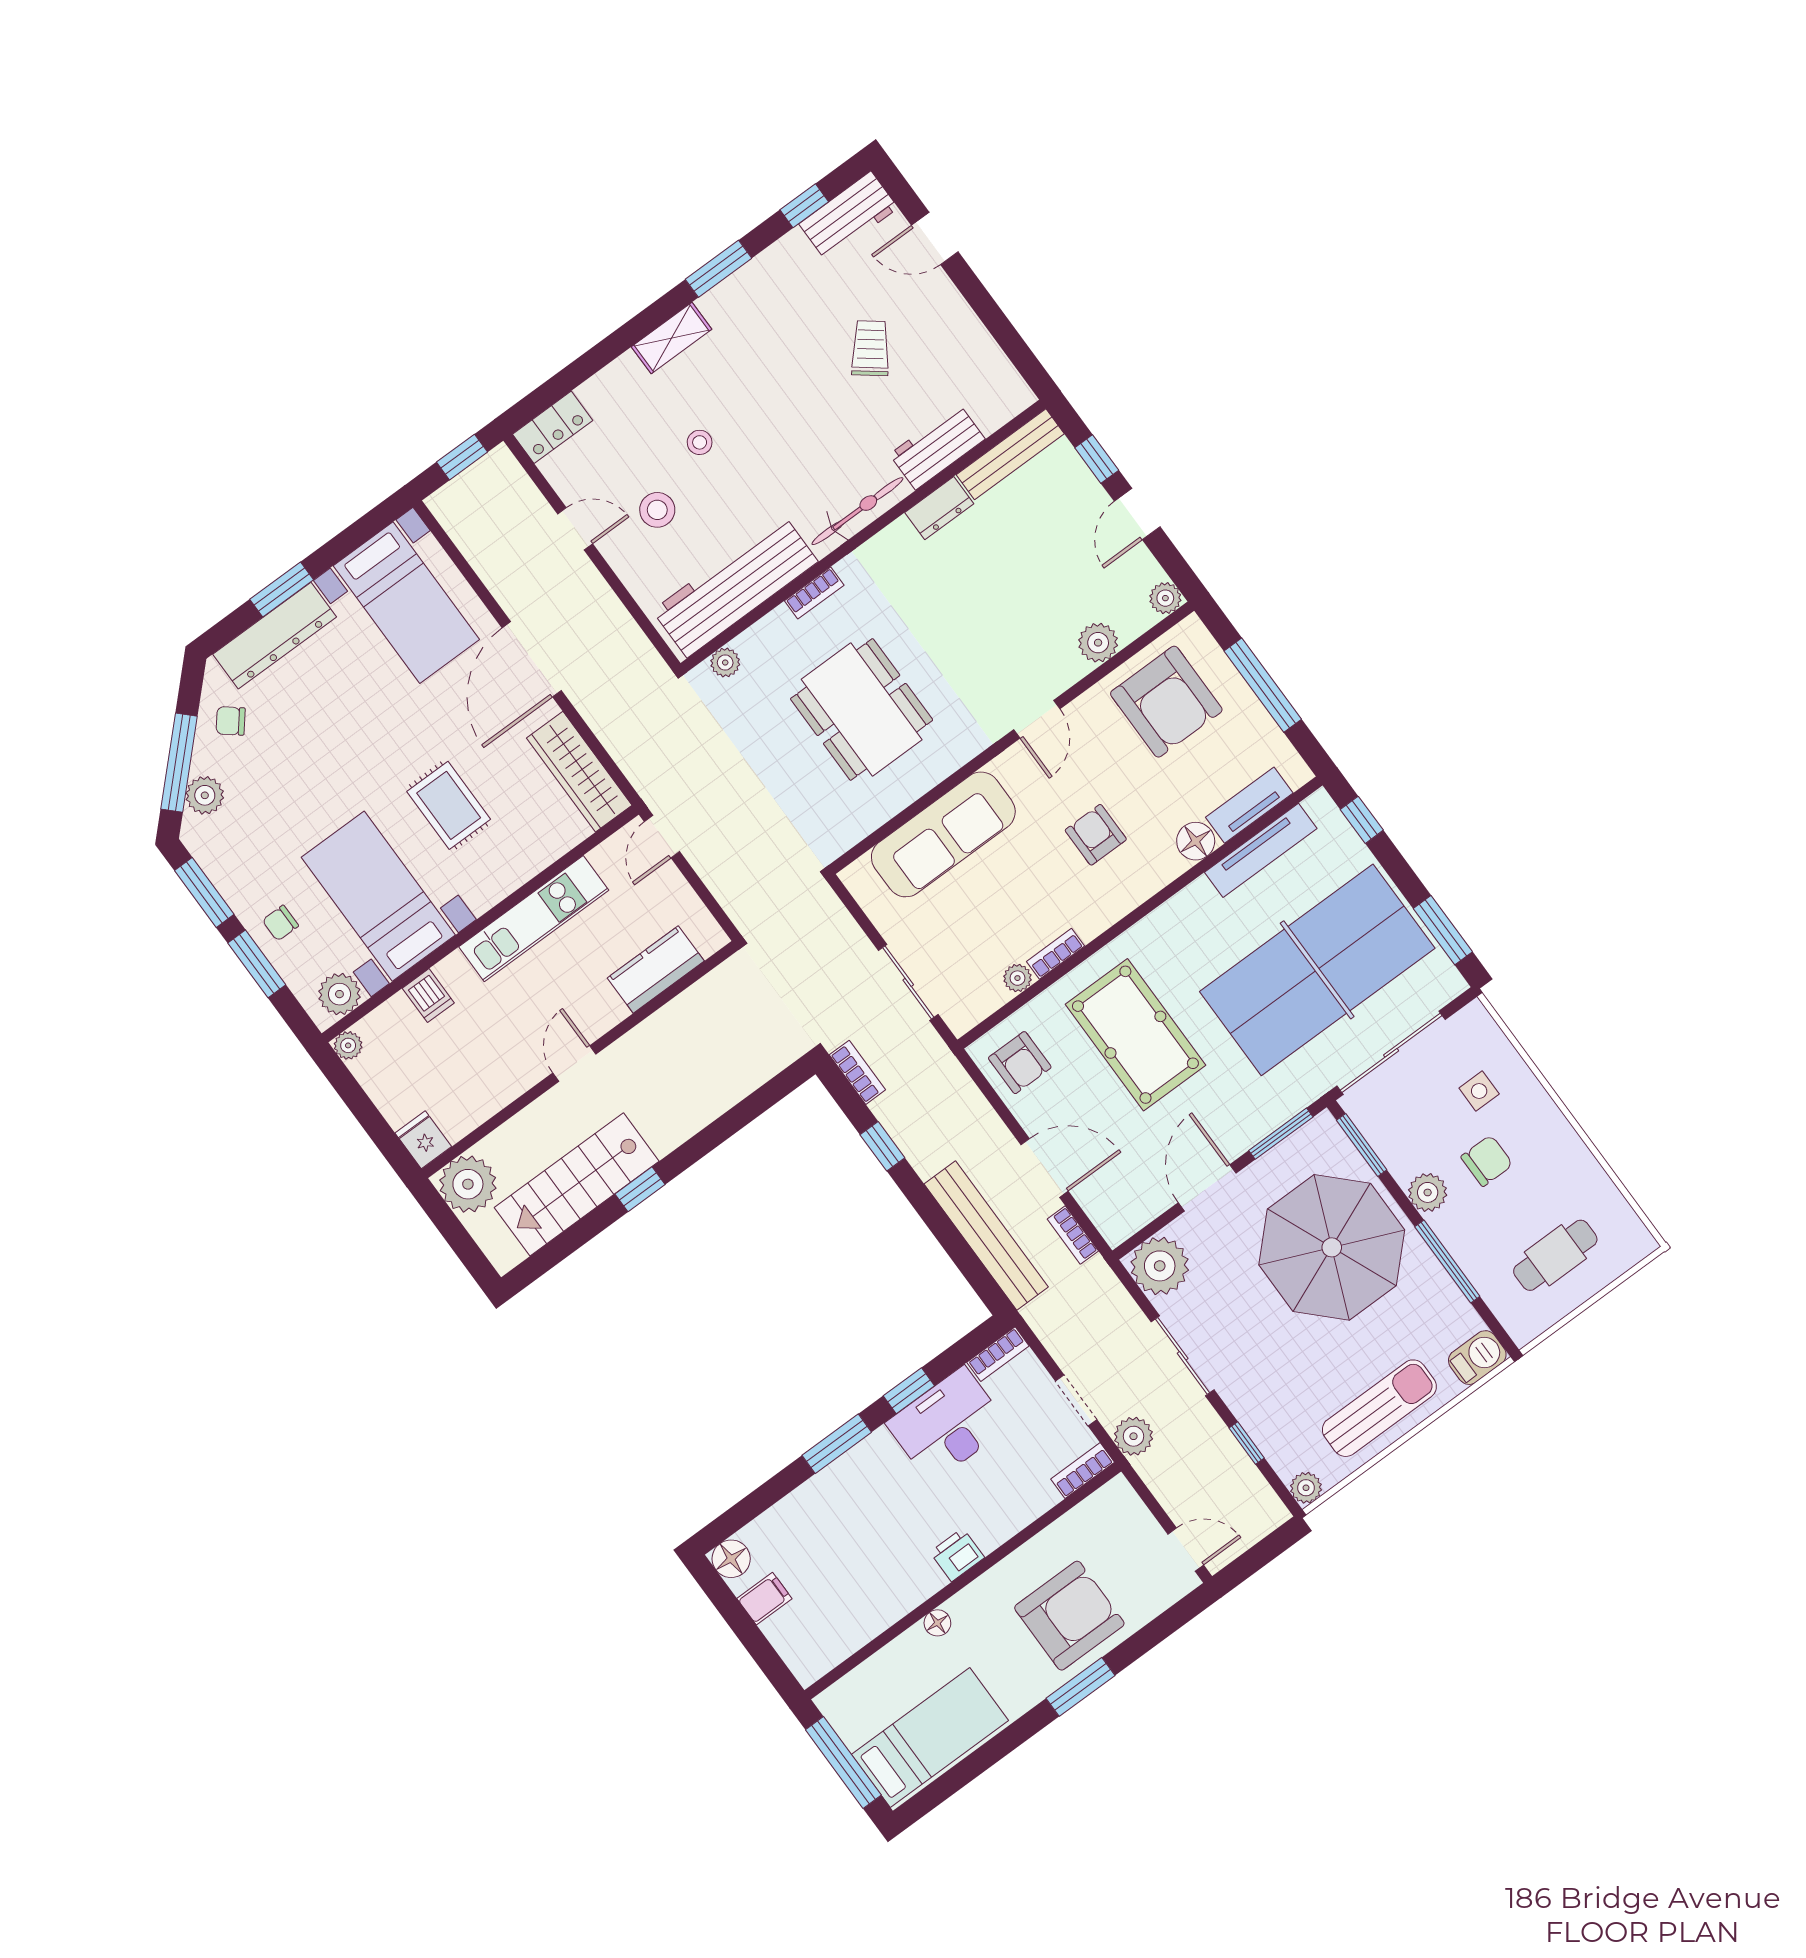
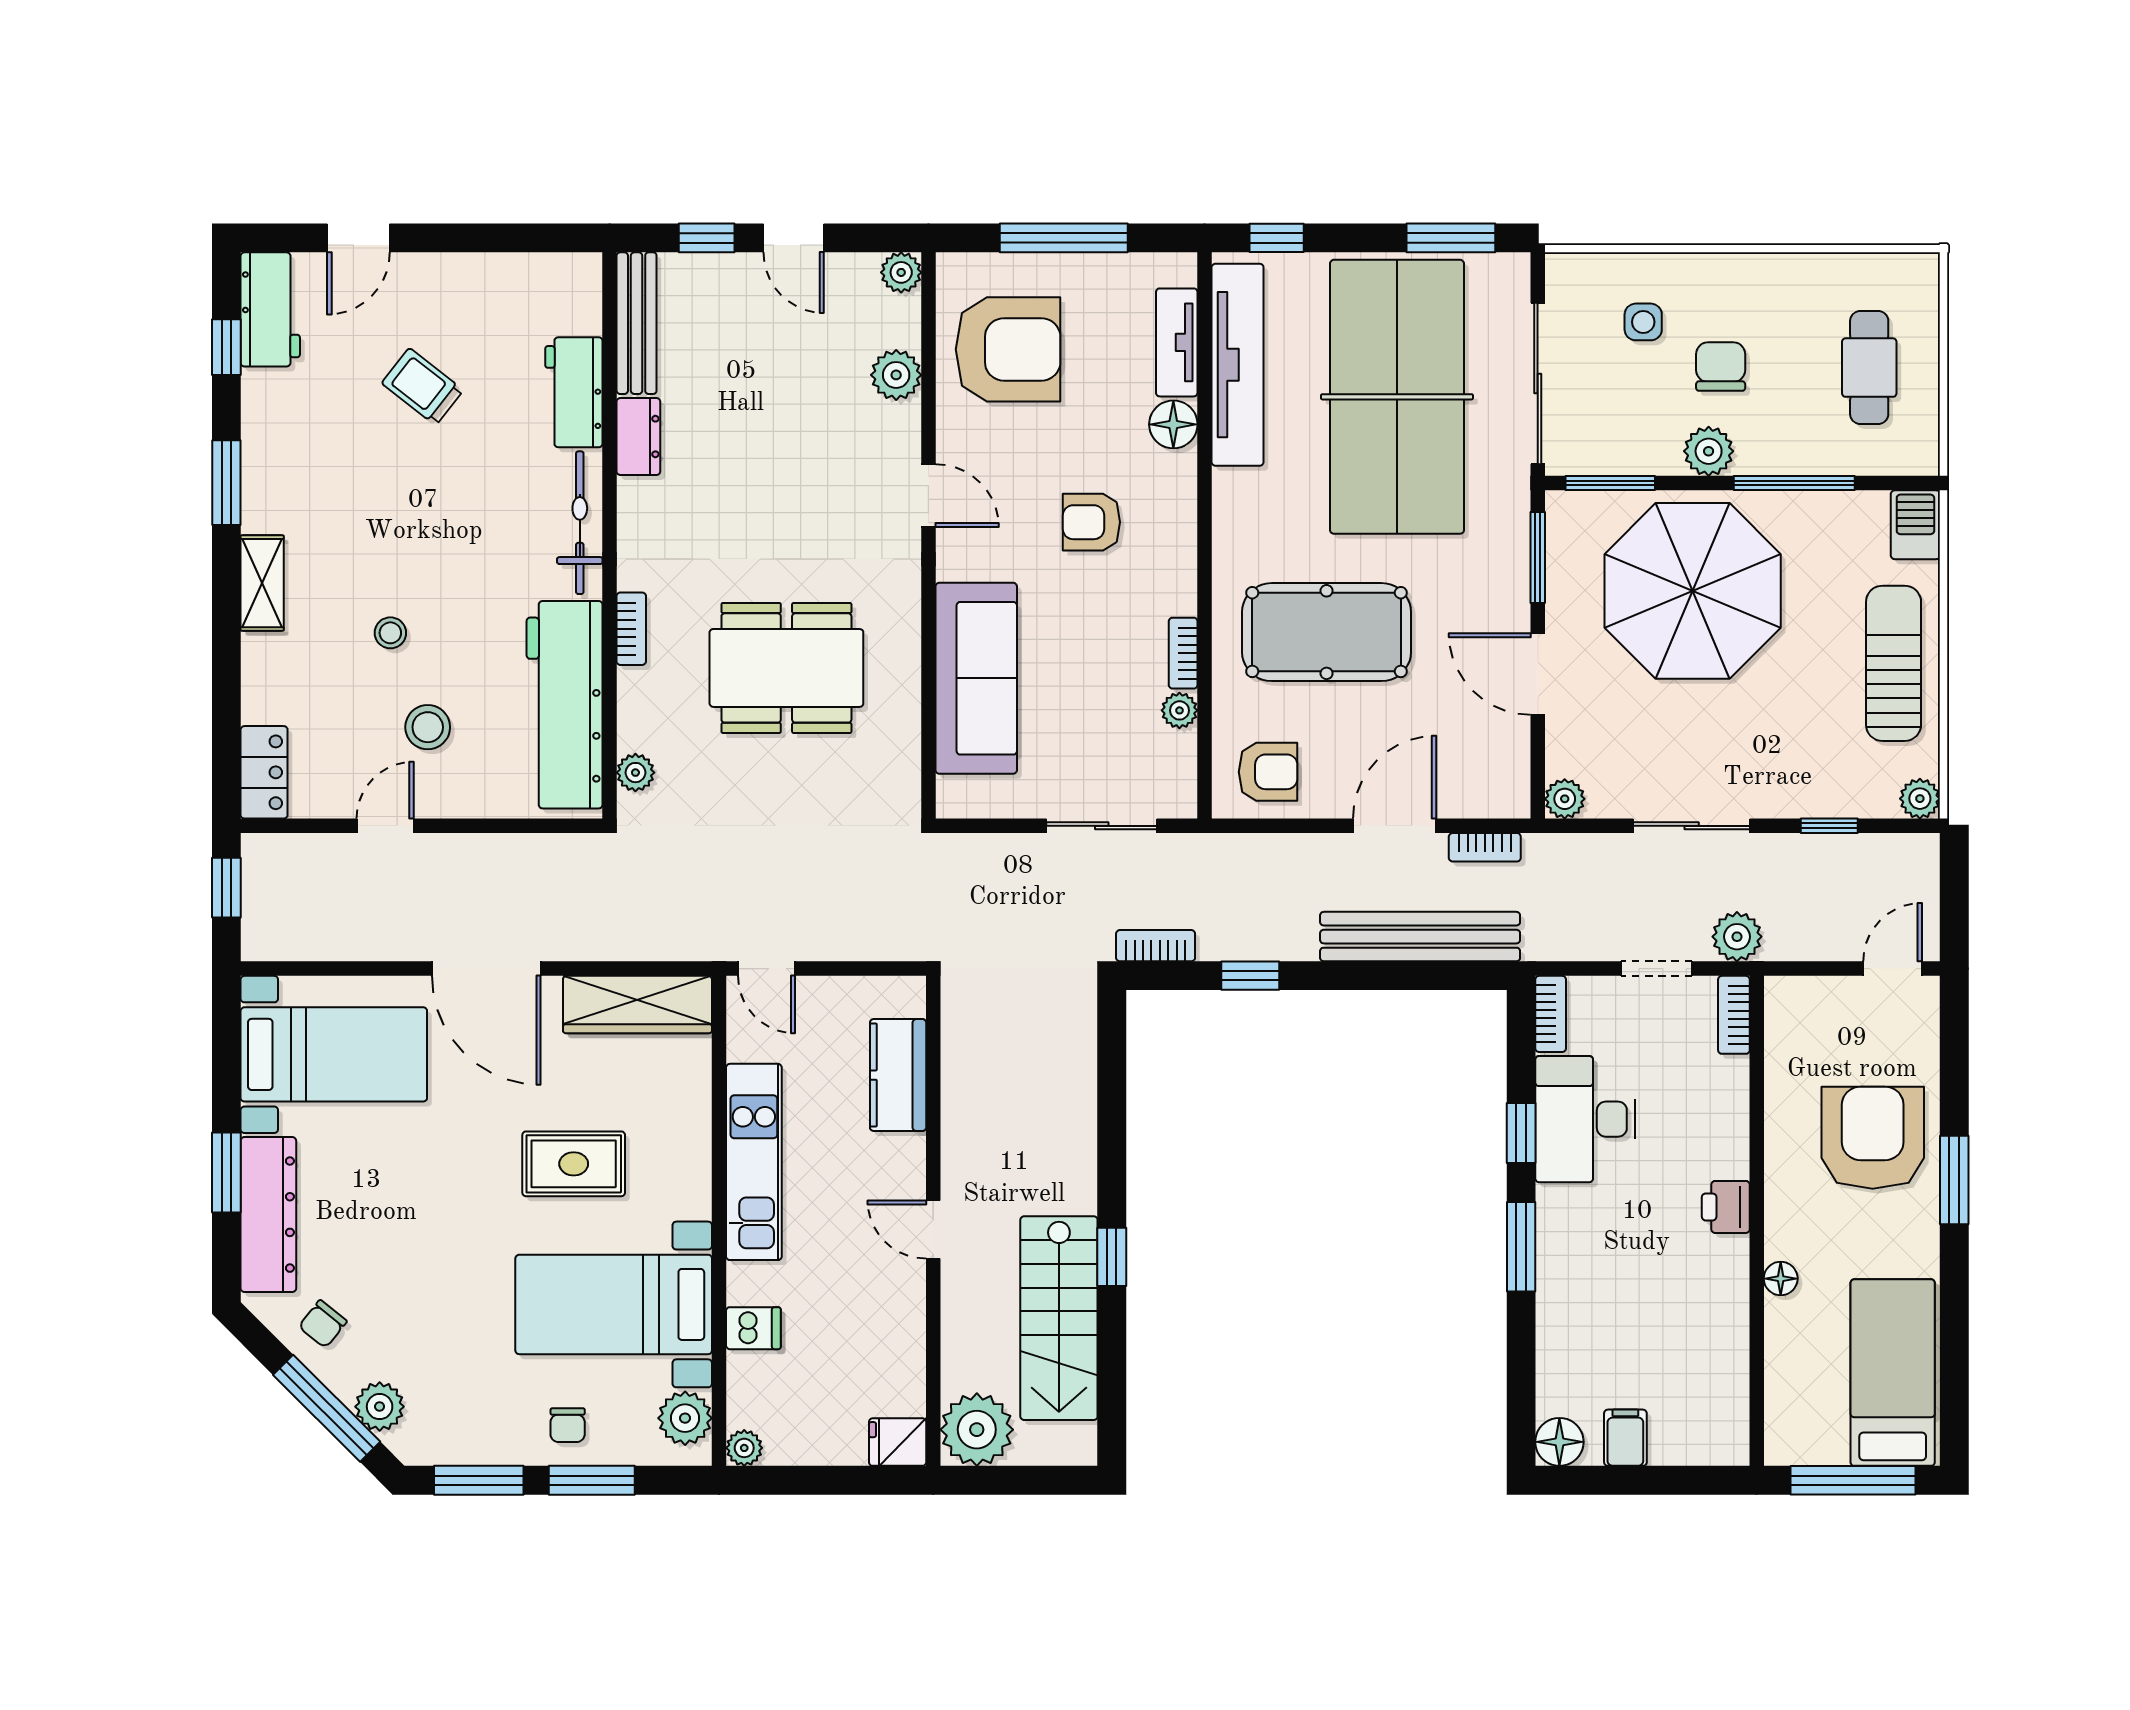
tv unit: (1261, 850) -> (1238, 365), width x1.36, depth x1.29
plant: (1160, 1266) -> (1565, 799), width x0.53, depth x0.53

